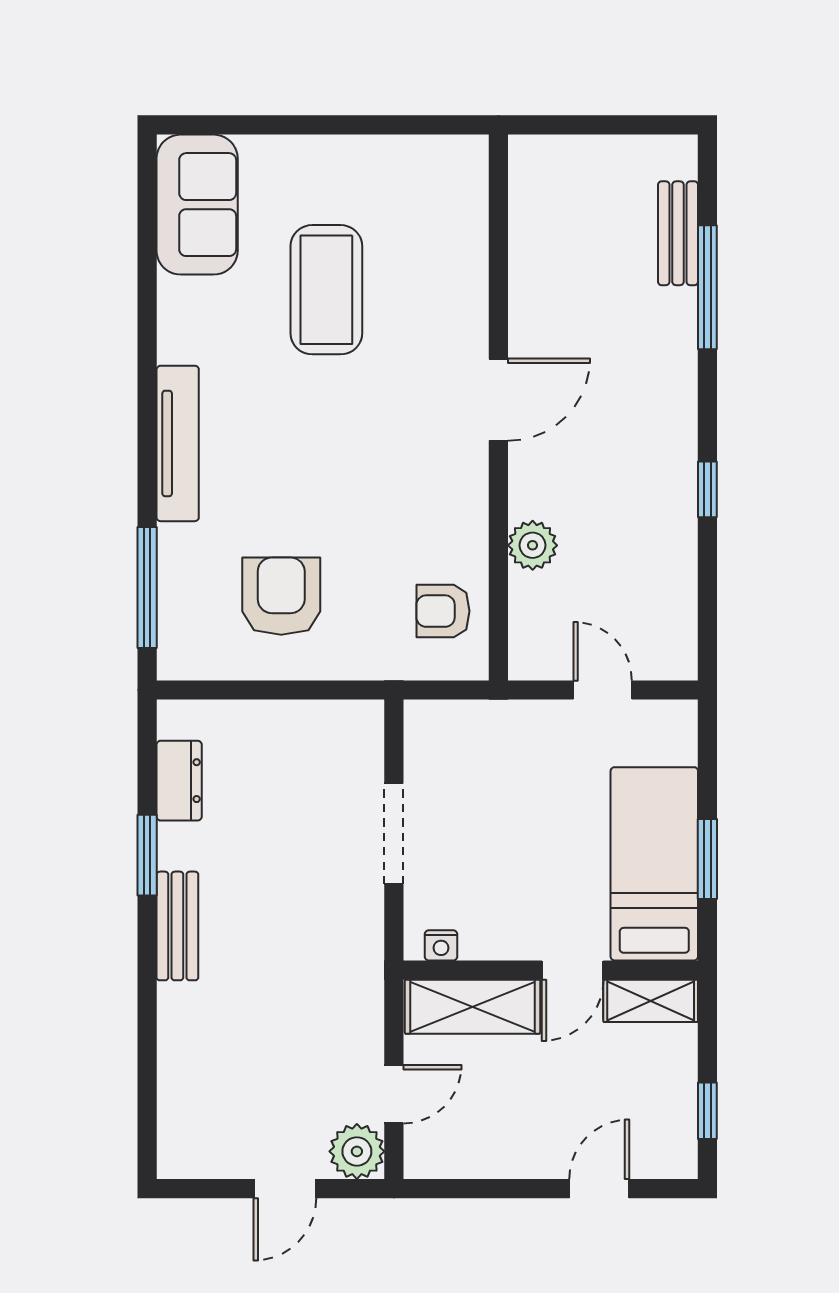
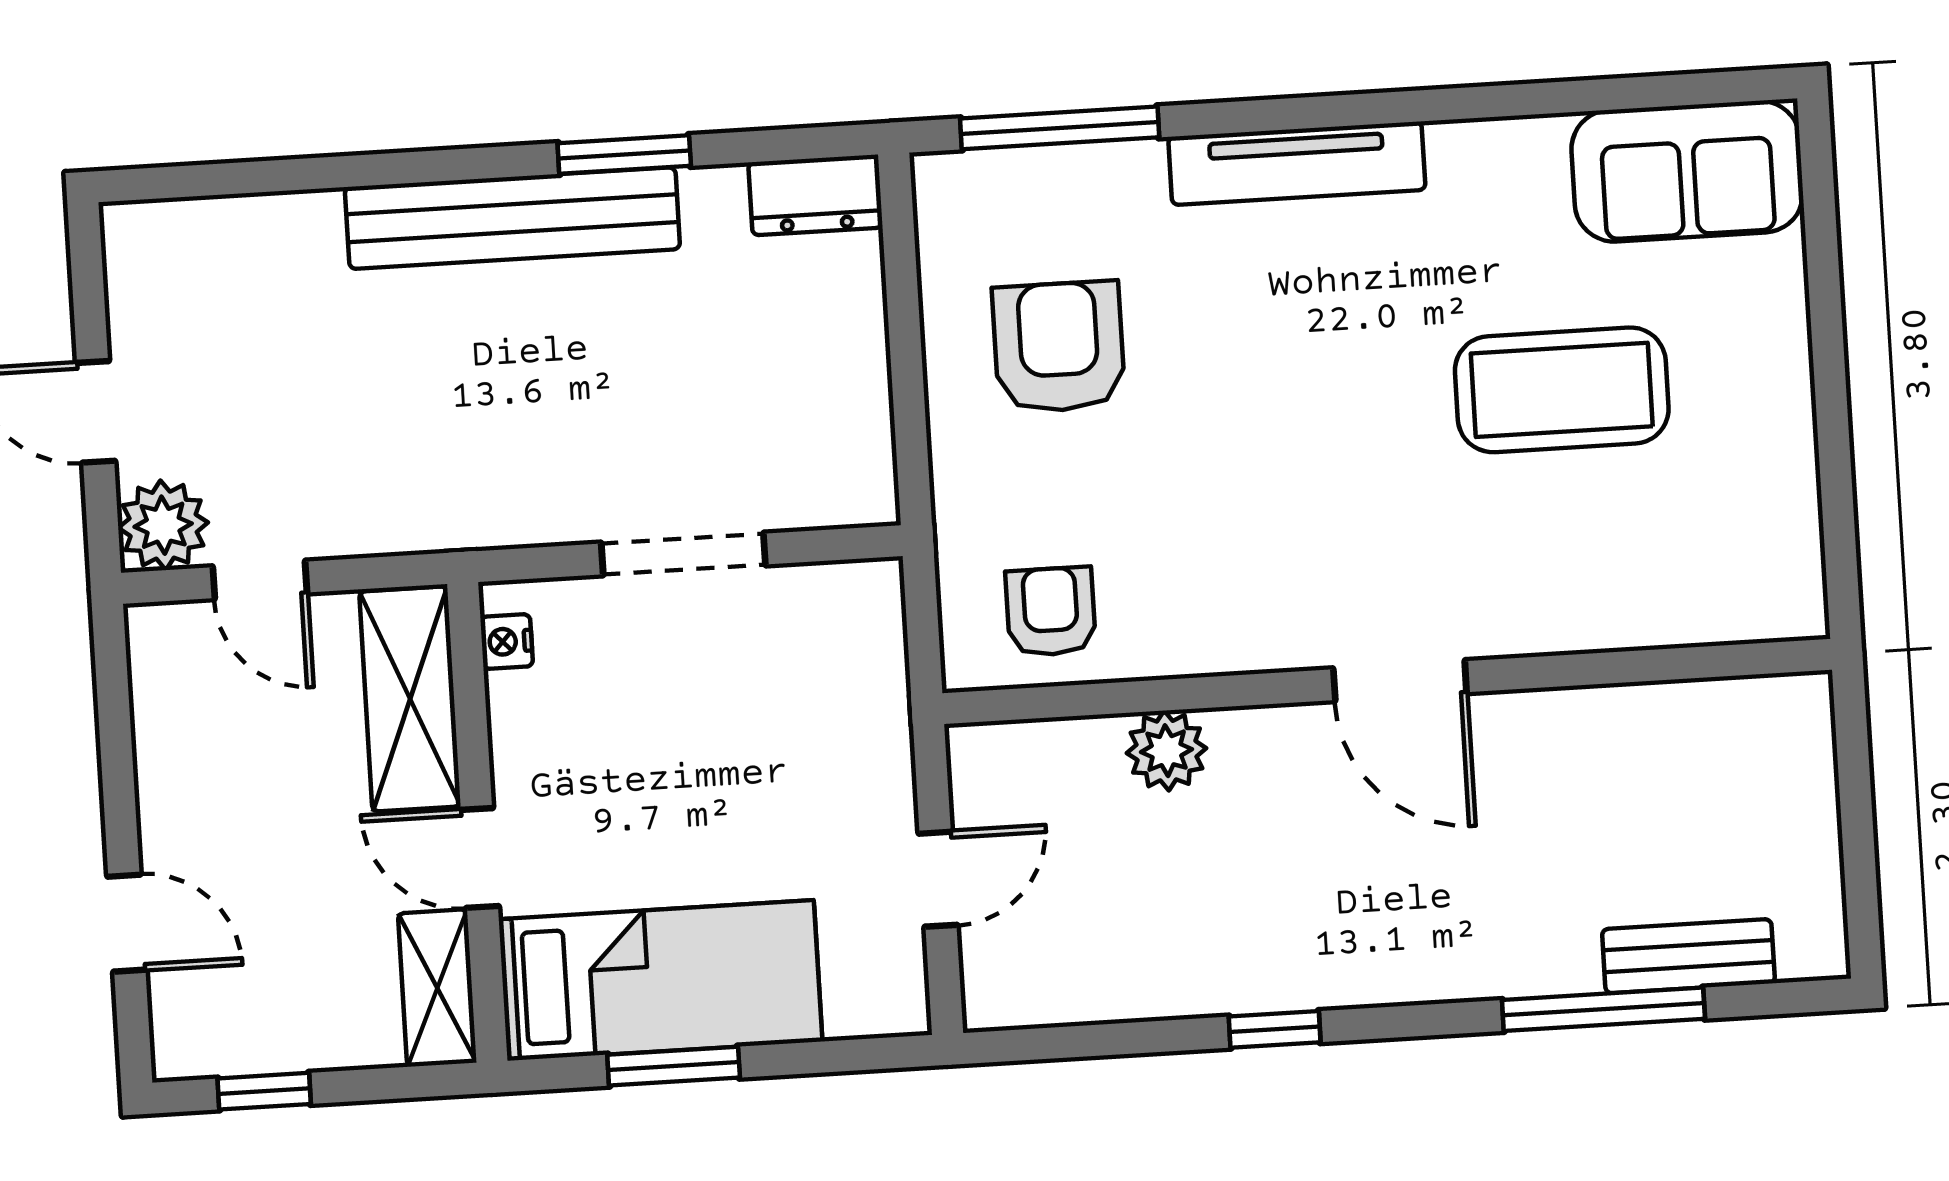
armchair: (281, 596) -> (1059, 347), turned -90
dresser: (179, 781) -> (815, 195), moved
bench: (177, 926) -> (512, 218), width x1.86, depth x1.21

